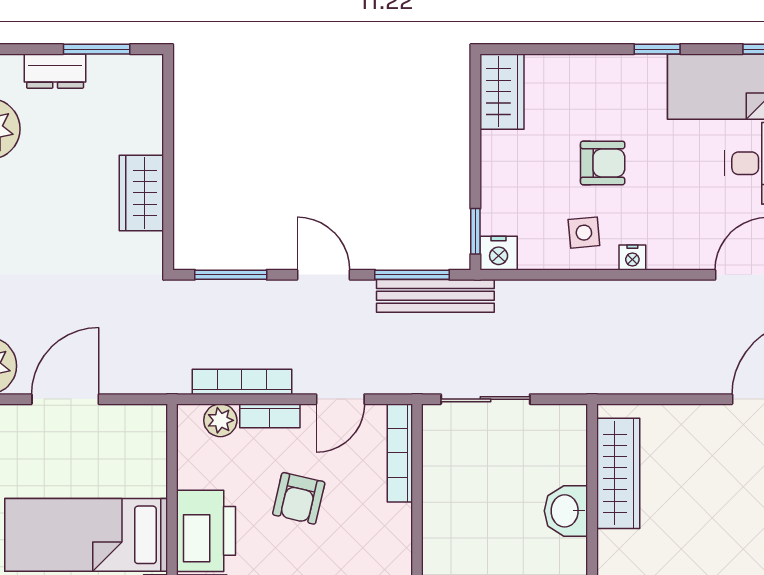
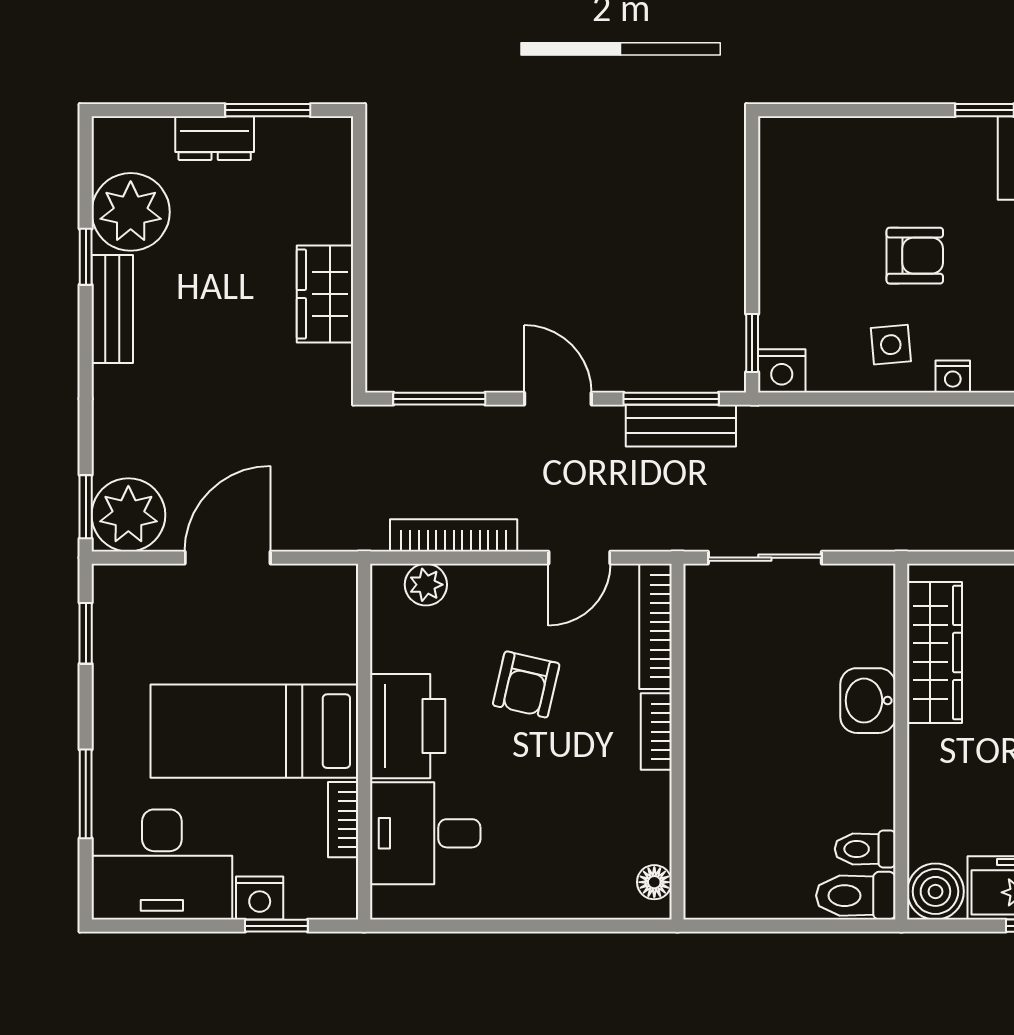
wardrobe: (502, 92) -> (786, 164), removed
bench: (435, 296) -> (681, 426), width x0.73
bookcase: (270, 416) -> (656, 732), moved, turned 90

